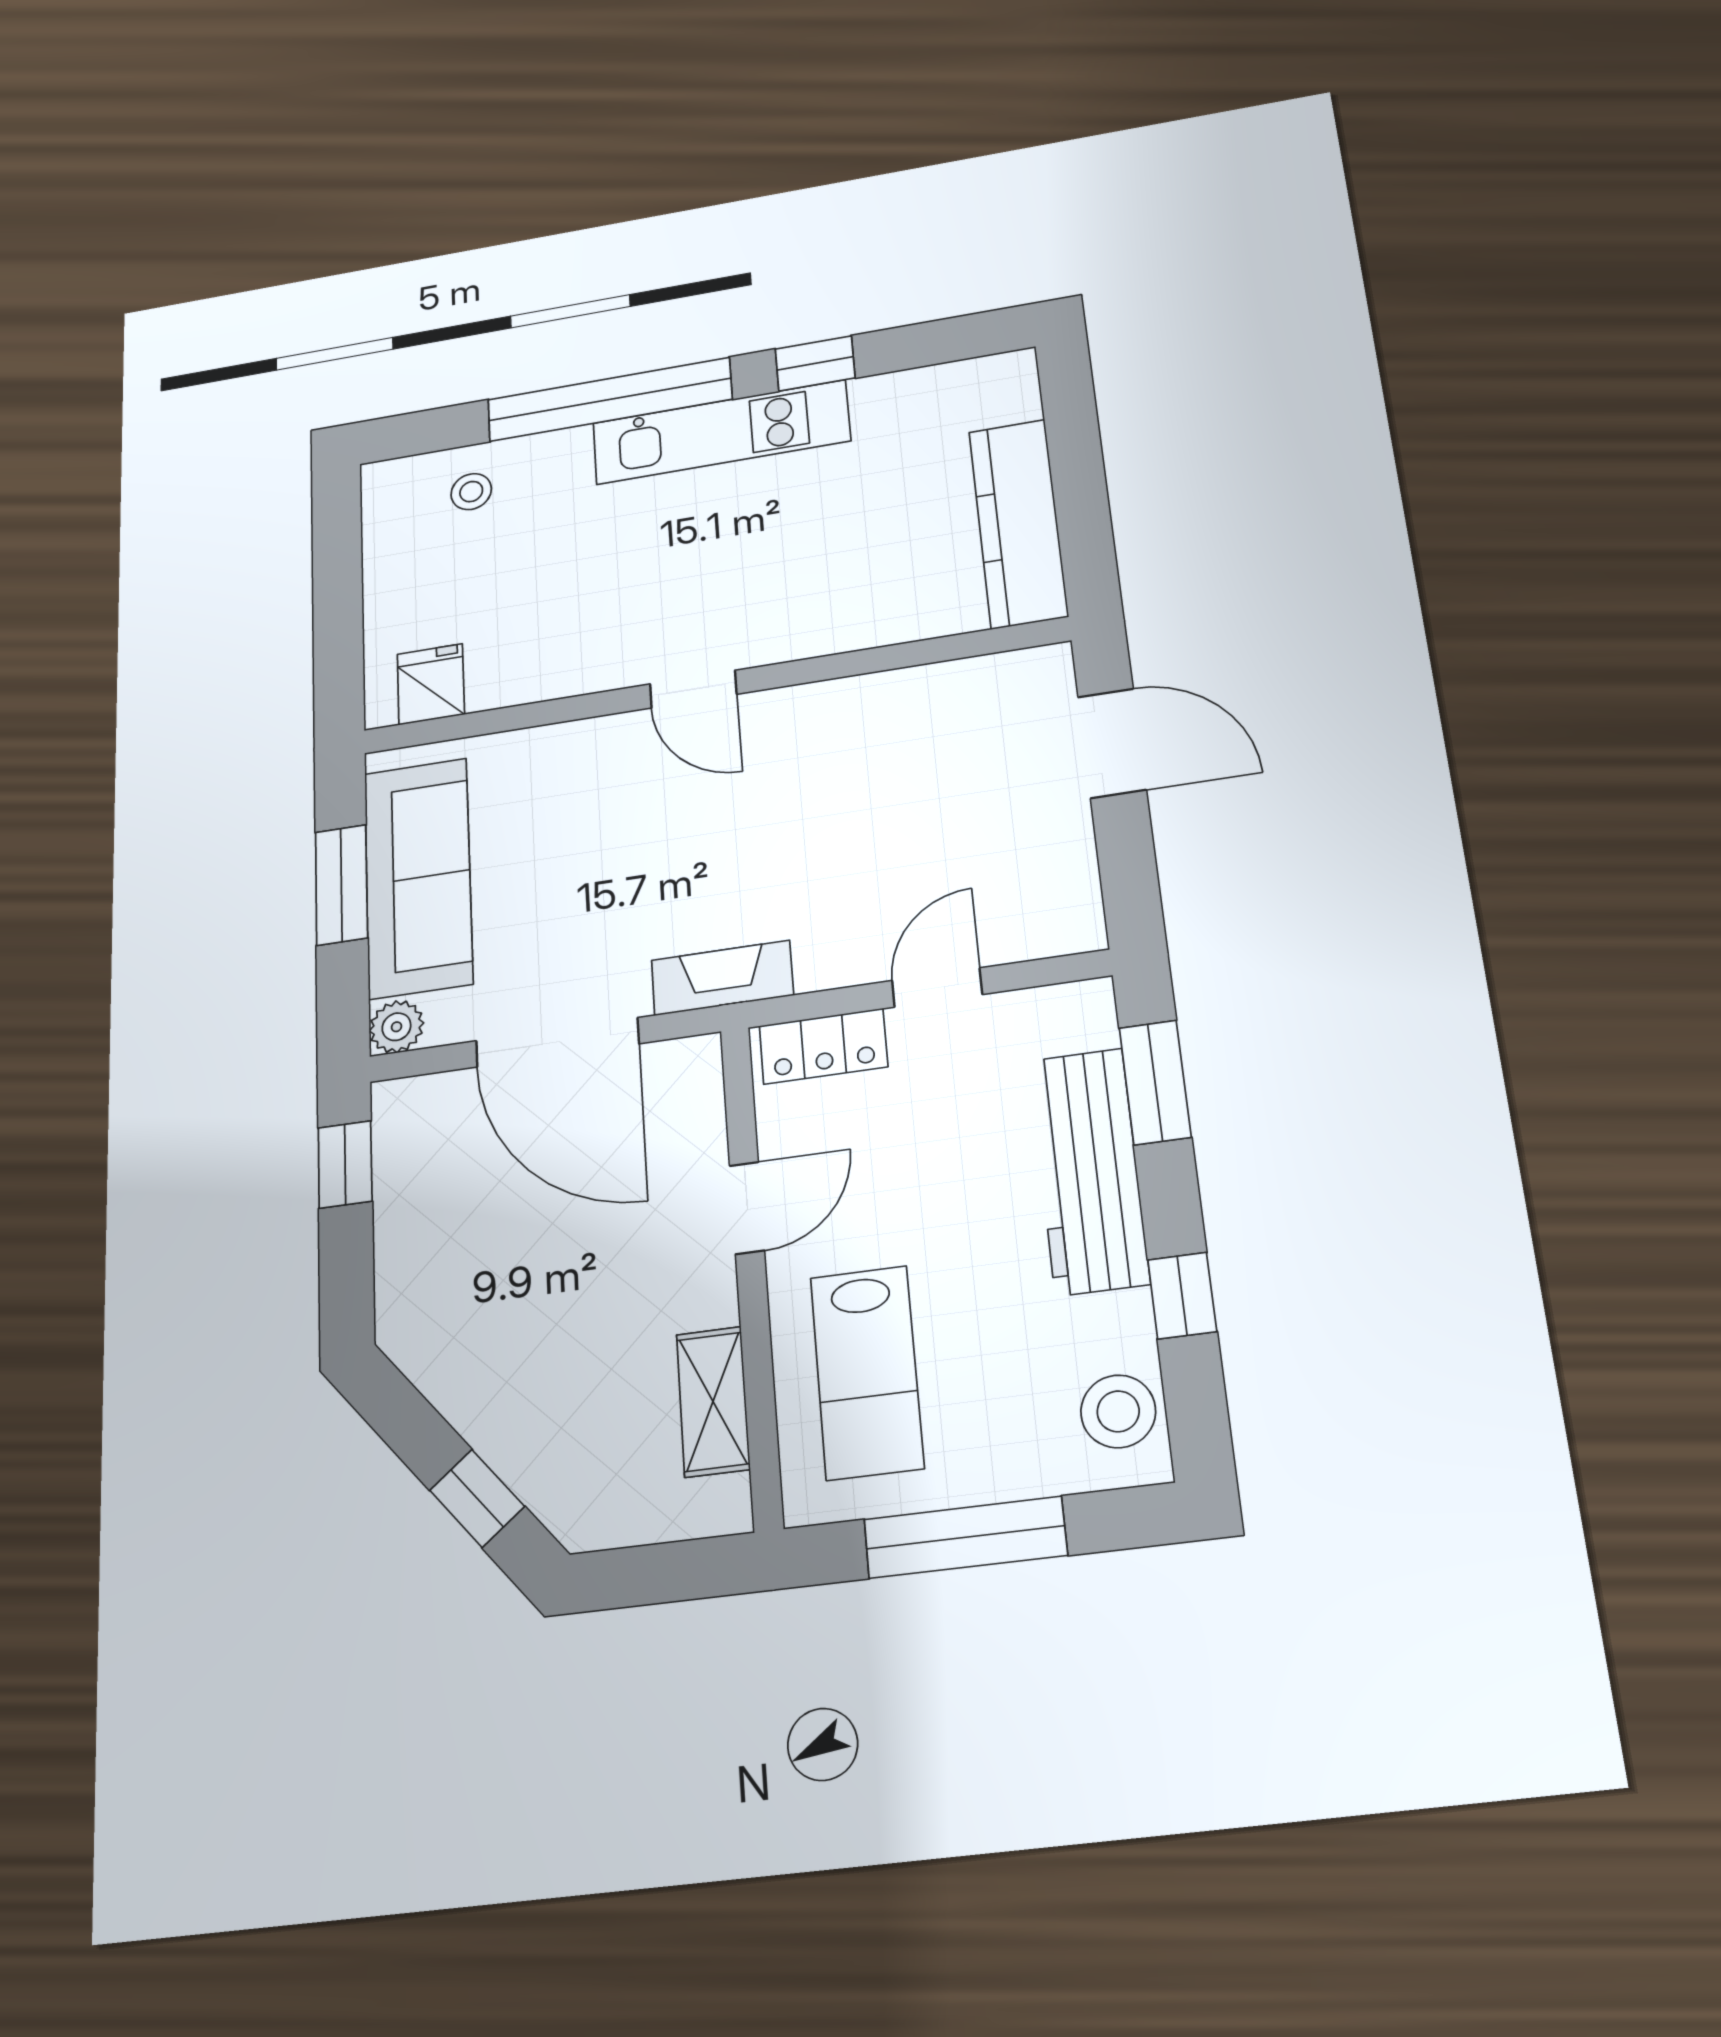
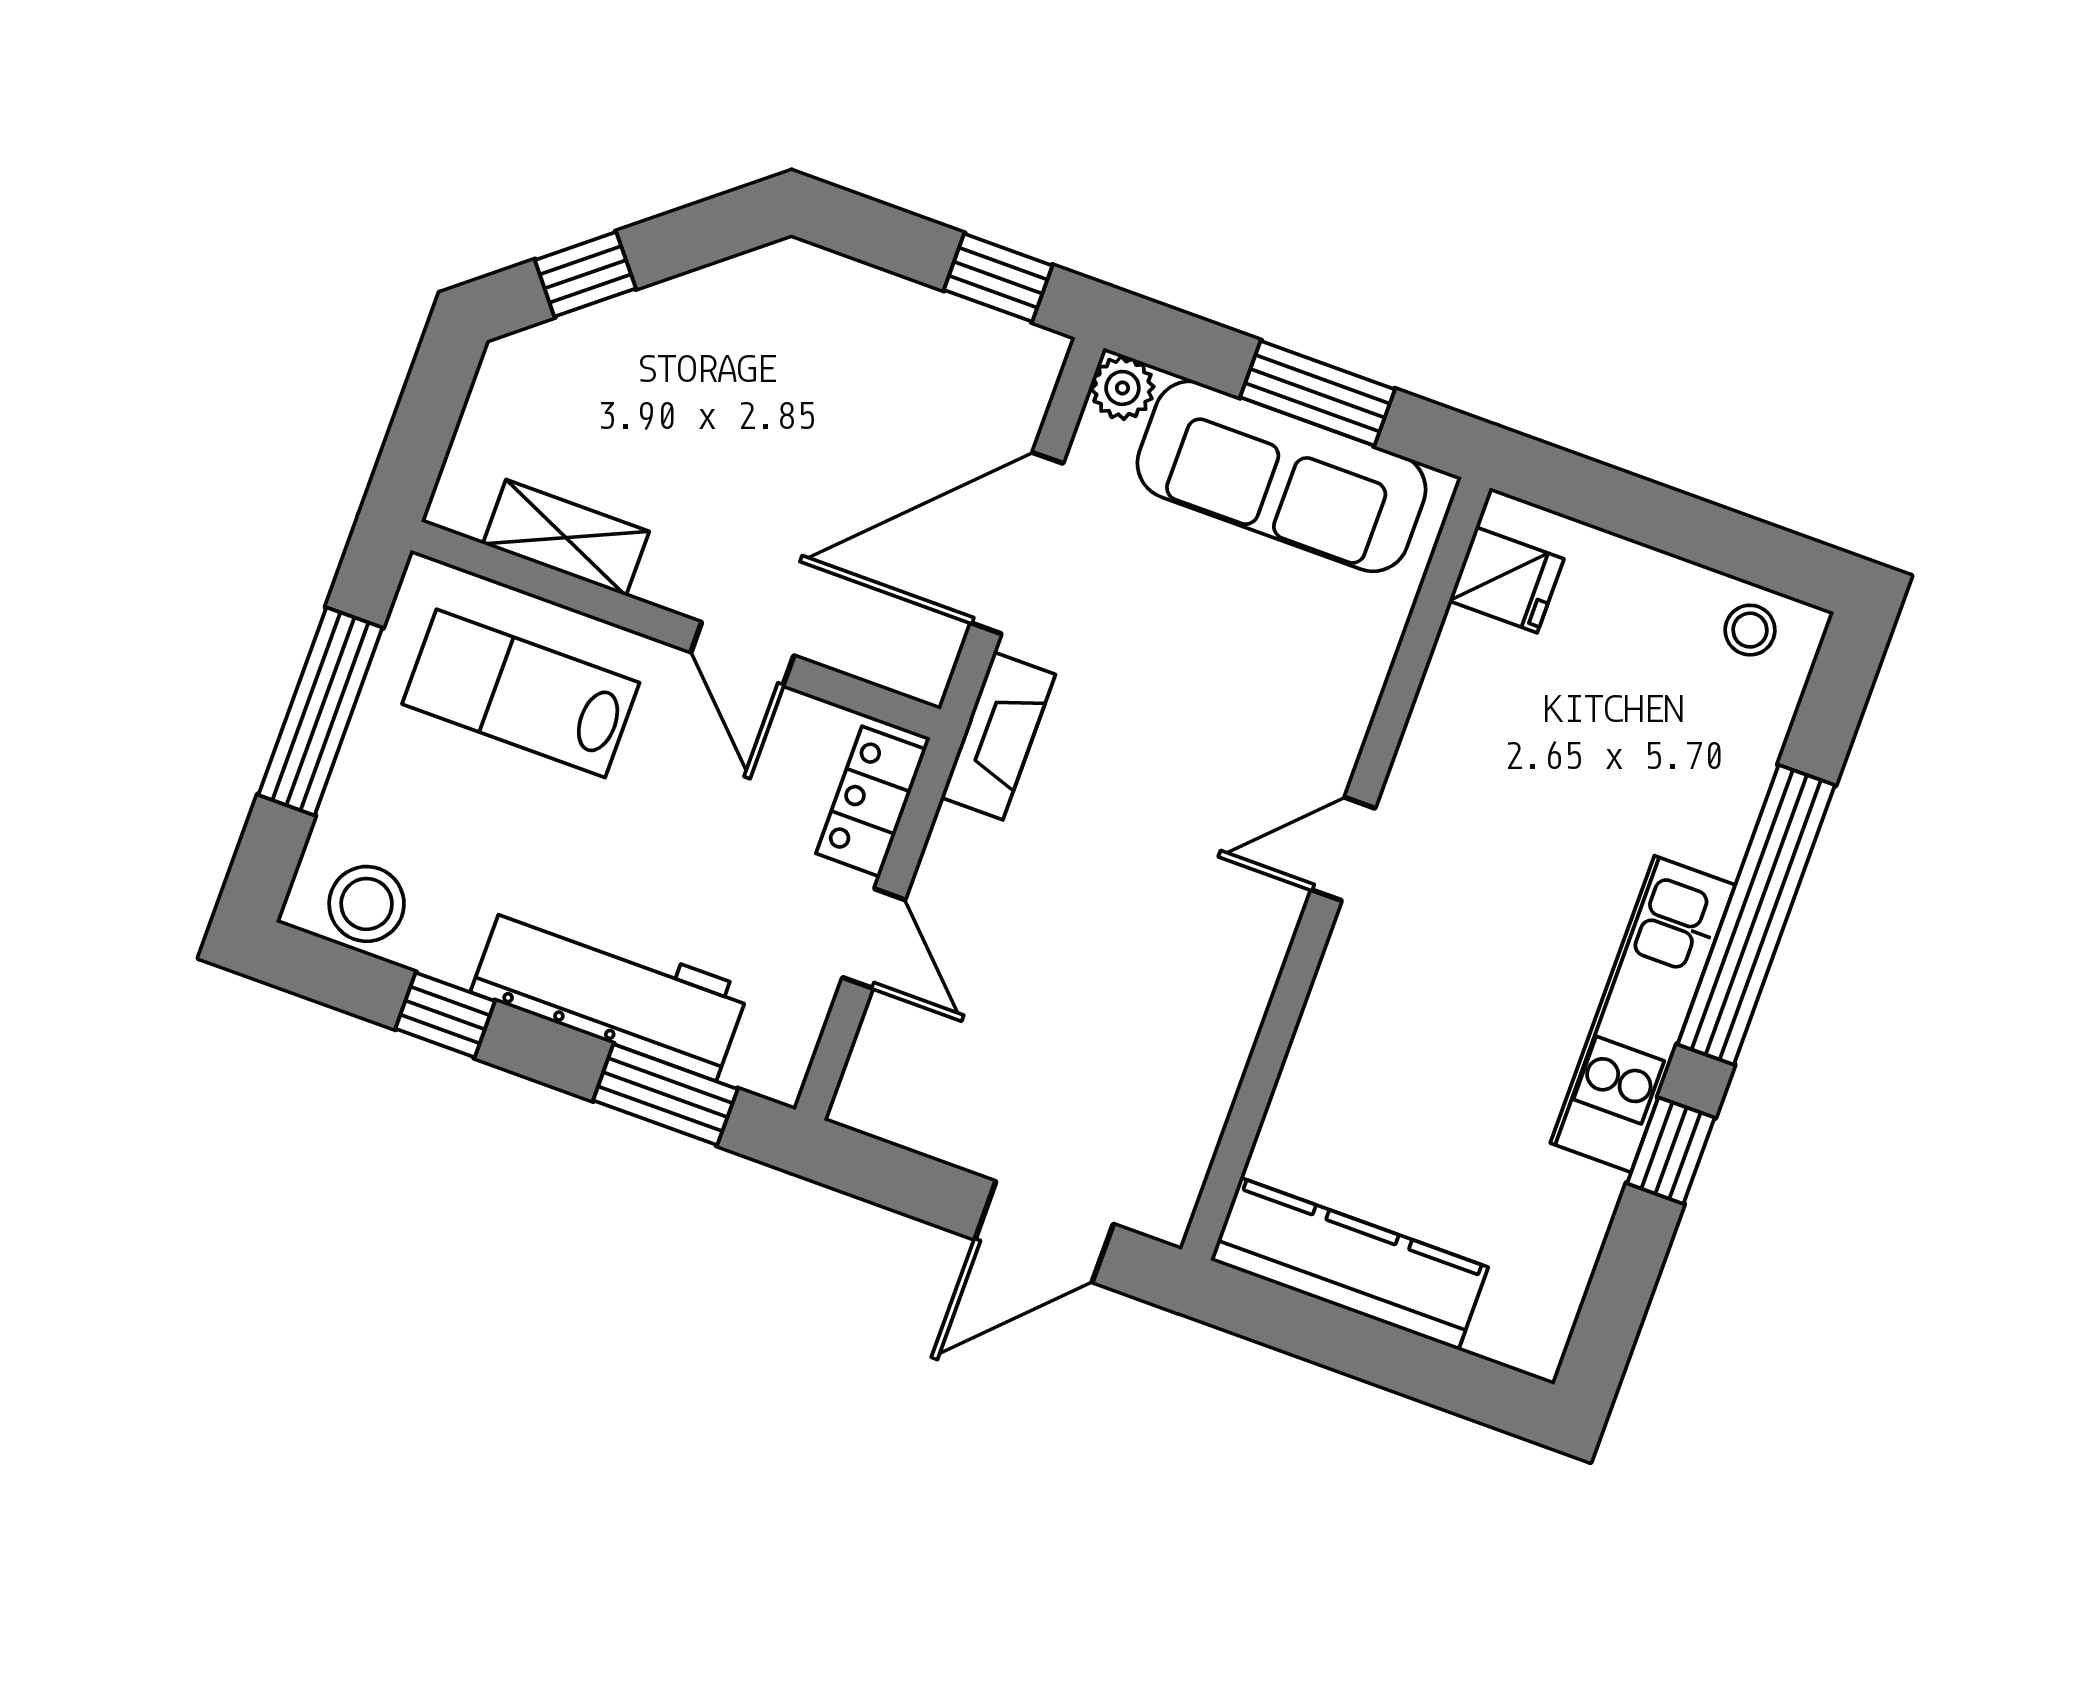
stool: (471, 492) -> (1750, 630), moved

